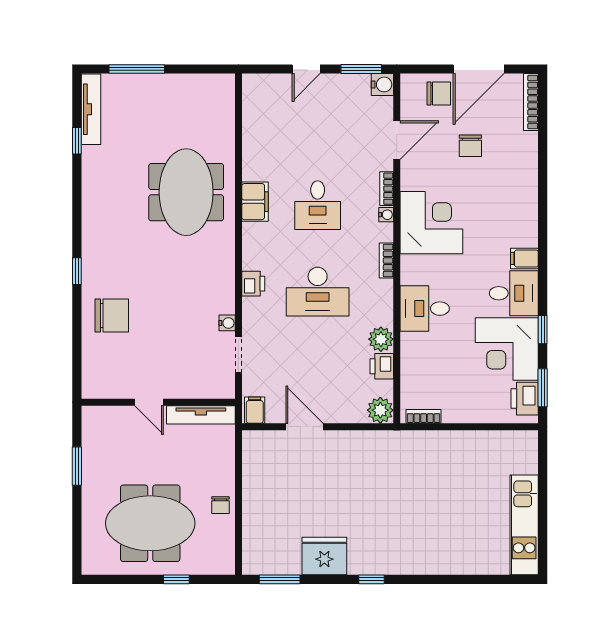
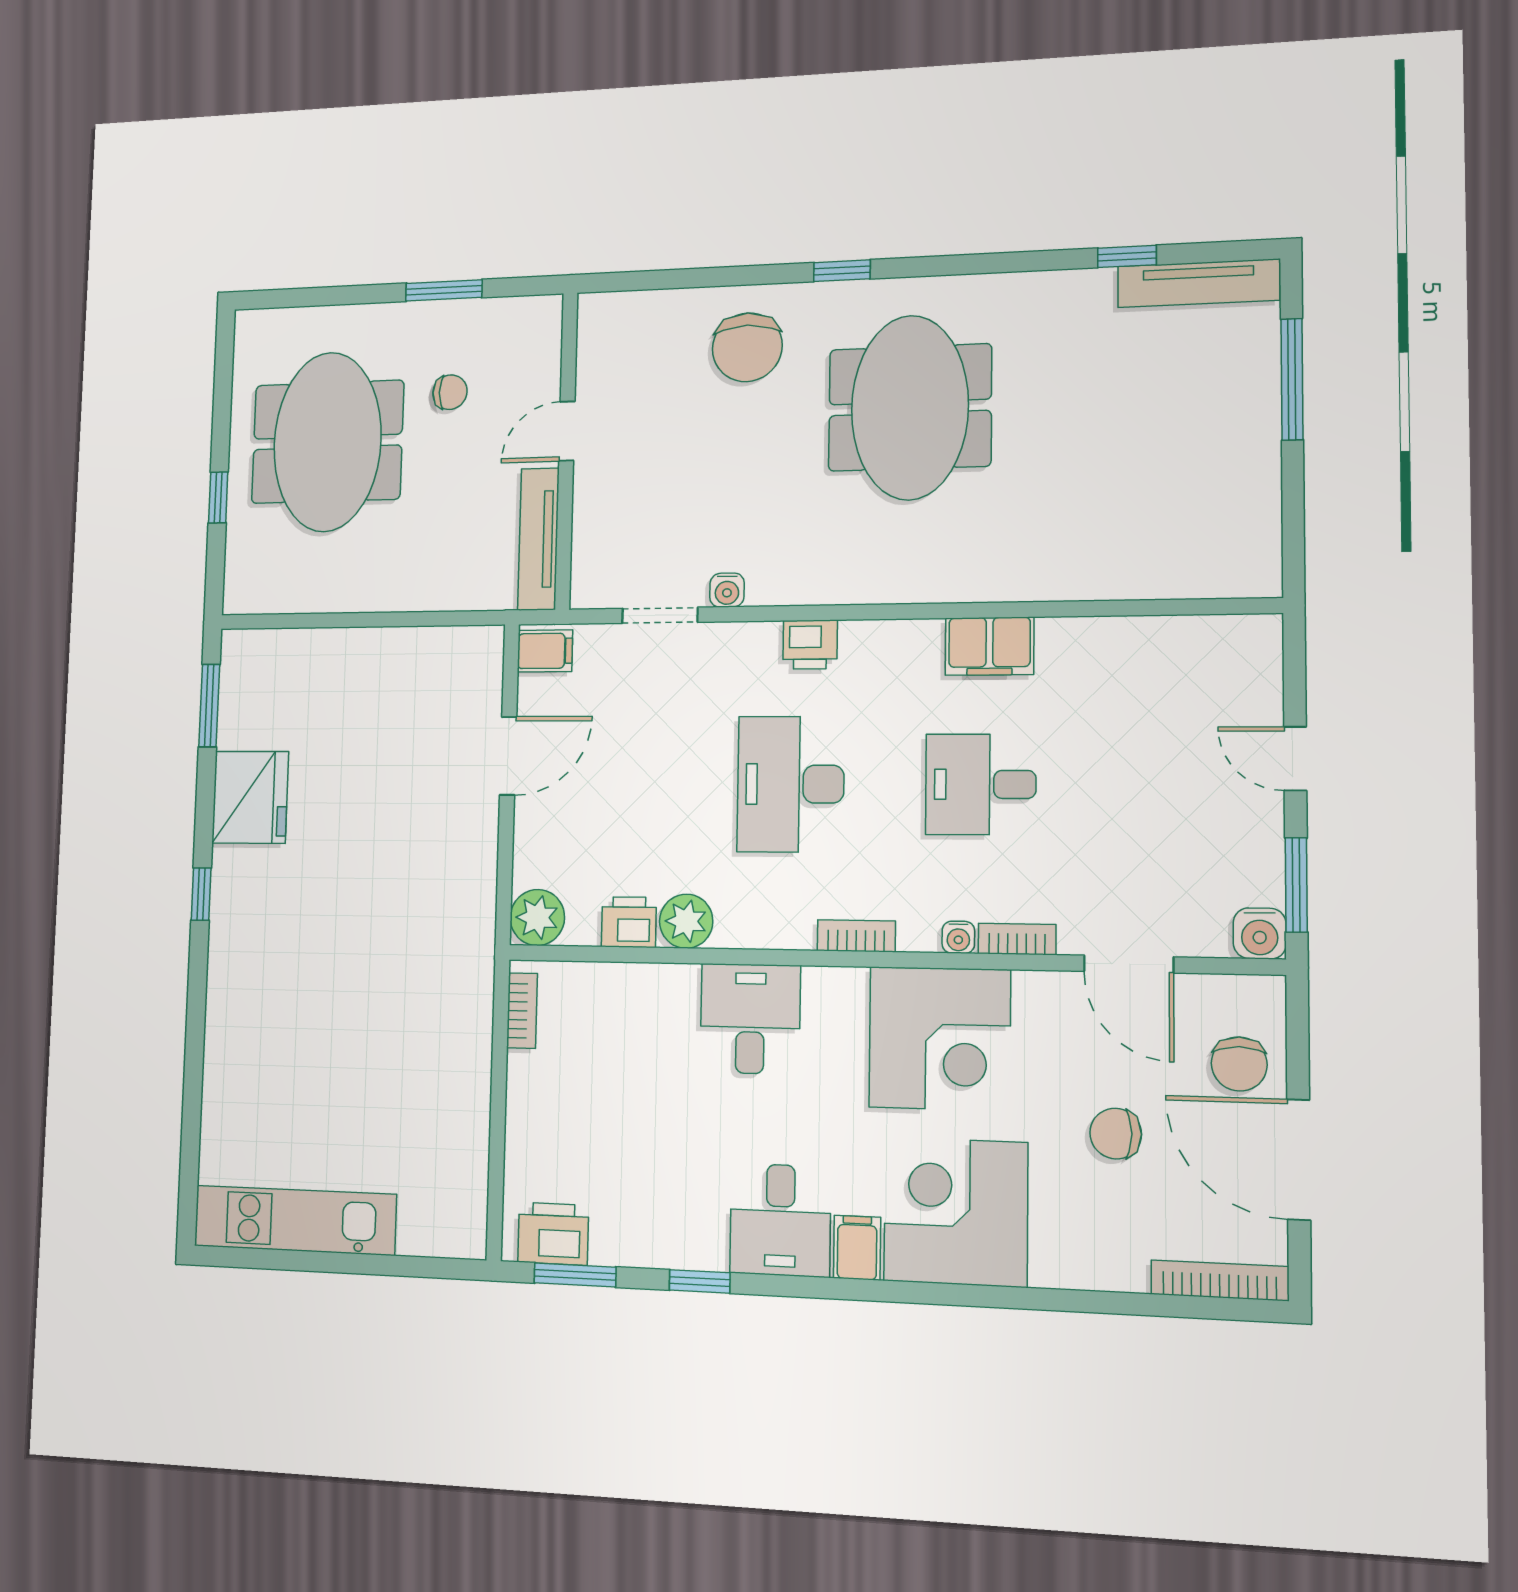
meeting table: (186, 192) -> (910, 408), moved, turned 90
corner desk: (507, 349) -> (956, 1212), moved
chair: (221, 505) -> (450, 392), moved, turned 180

